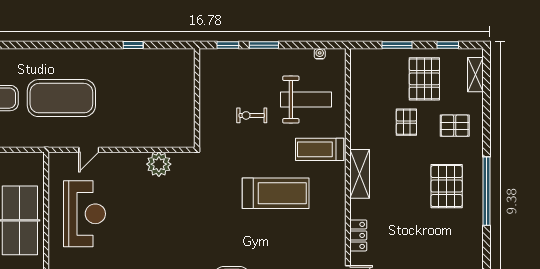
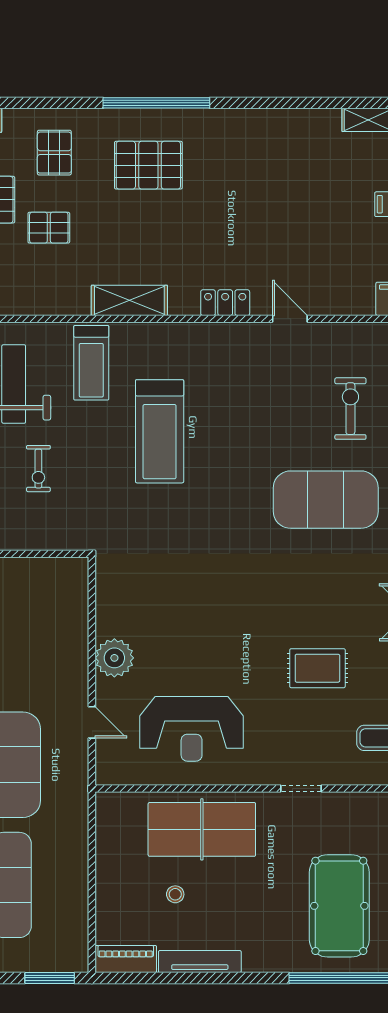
plant: (159, 164) -> (114, 658), moved
treadmill: (276, 193) -> (160, 431), turned 180
reception desk: (84, 214) -> (192, 729), turned 180

